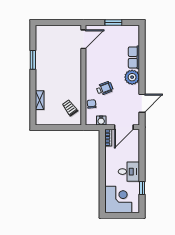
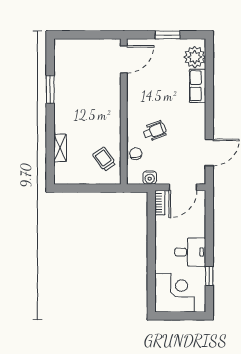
plant: (132, 77) -> (195, 57), moved

